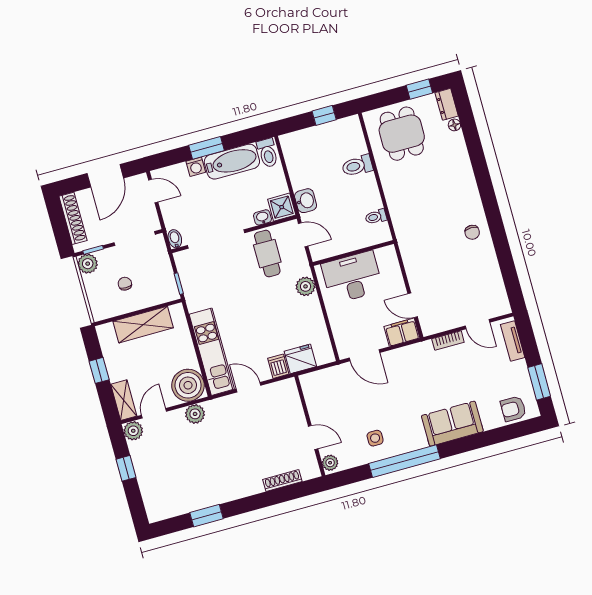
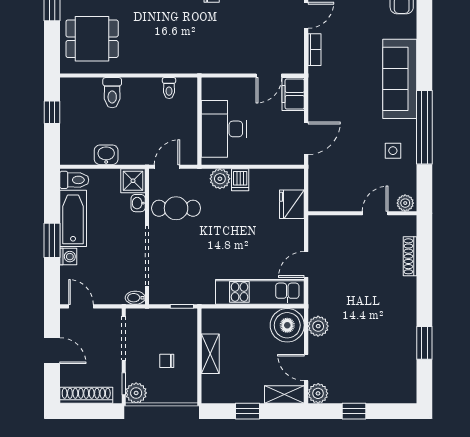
door: (105, 176) -> (52, 351), width x0.73
door: (153, 191) -> (81, 306), hinge flipped
washbasin: (306, 201) -> (106, 155), moved
shelving: (143, 325) -> (210, 354), width x0.67, depth x0.75
dishwasher: (278, 366) -> (240, 180), moved, turned -90
sofa: (452, 424) -> (400, 79), width x1.36

